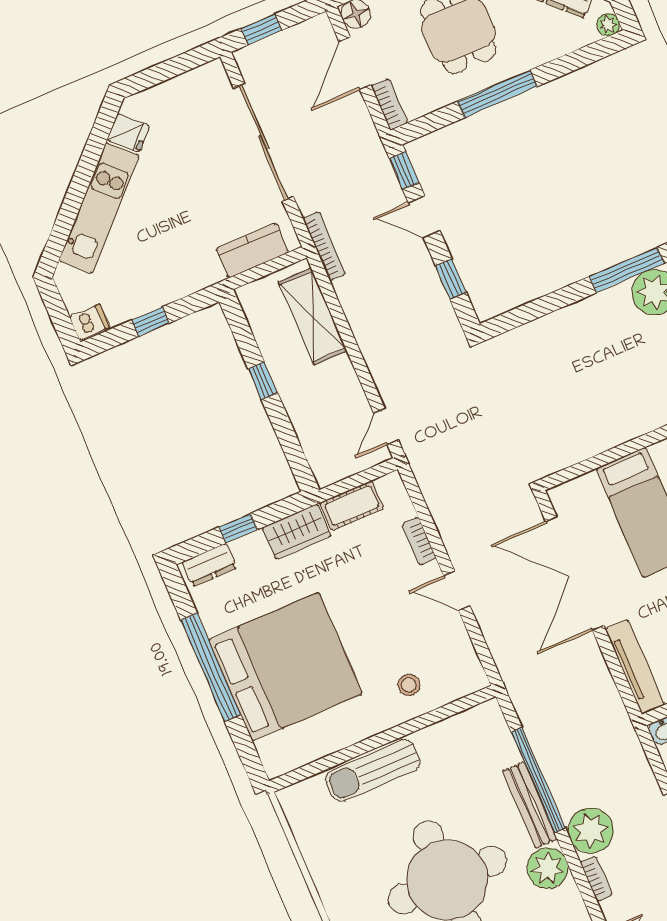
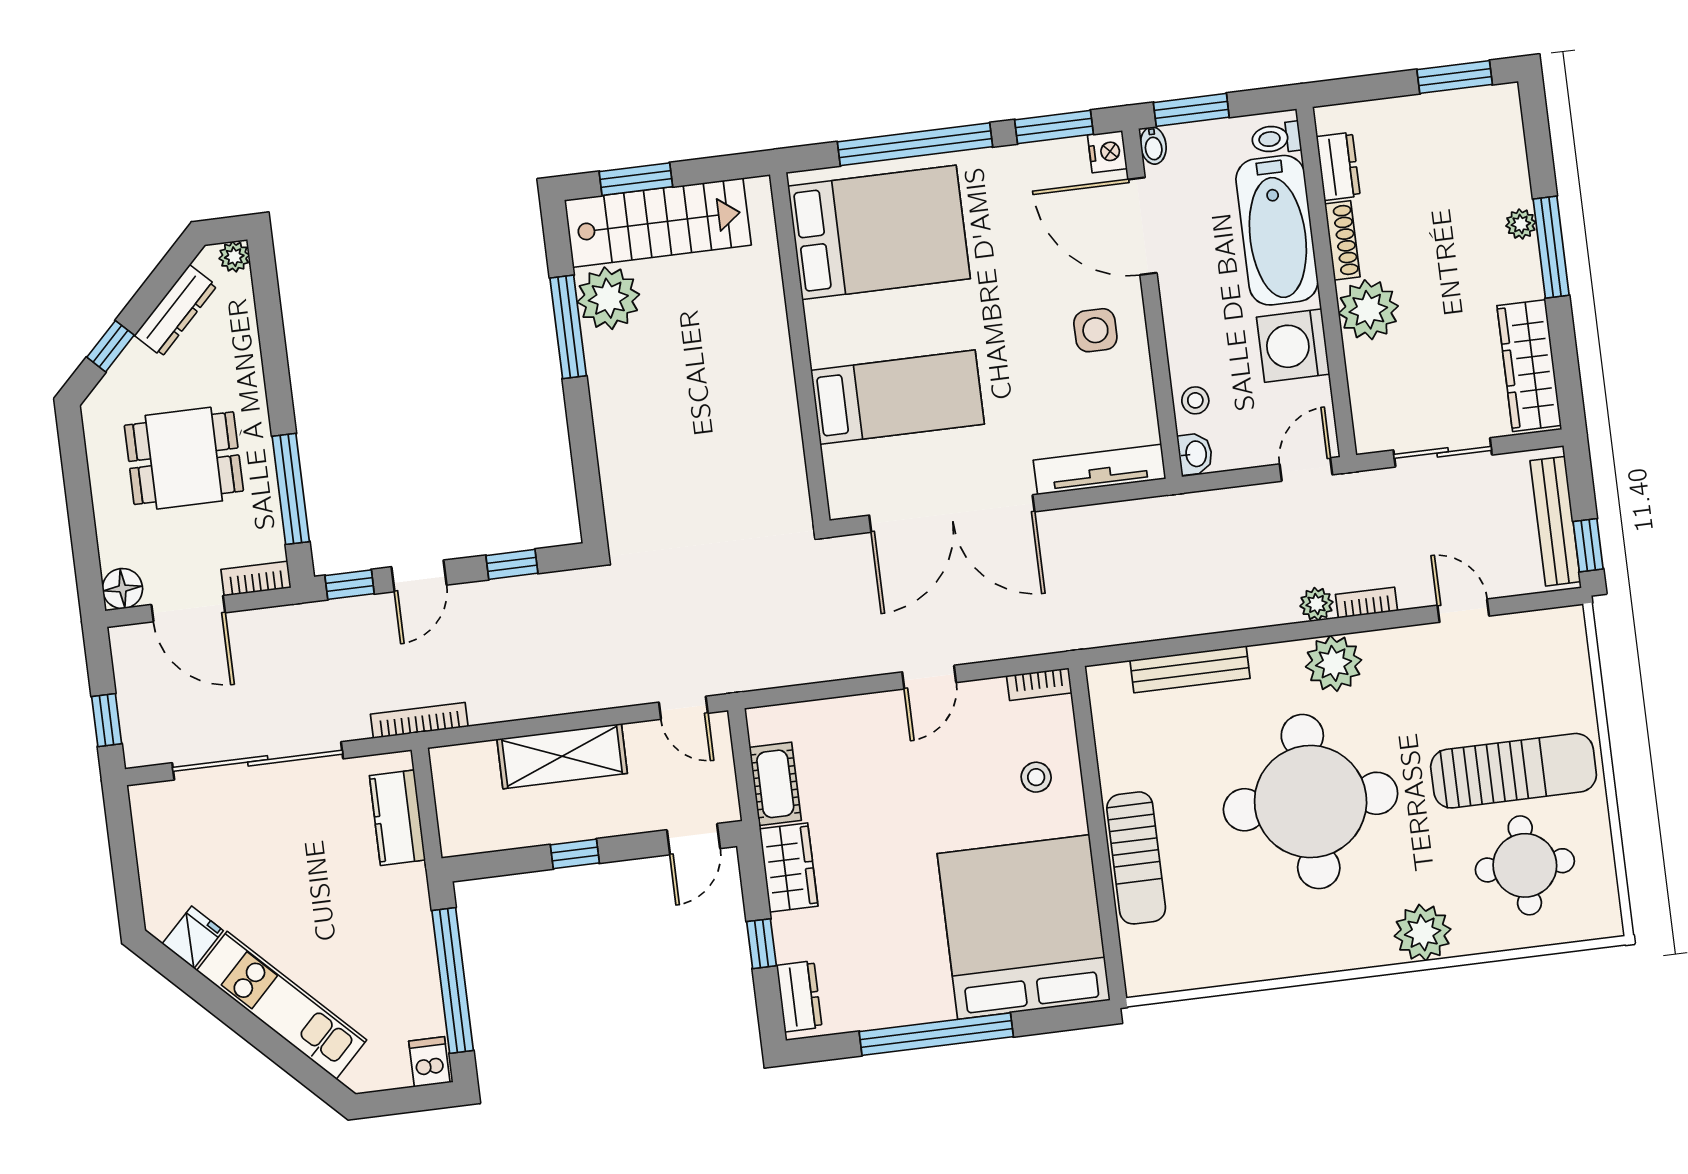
window: (497, 94) -> (291, 489), moved
shelving: (313, 317) -> (562, 756), moved
window: (151, 322) -> (453, 980), width x3.17
door: (297, 460) -> (693, 839), added
bookcase: (419, 541) -> (1039, 684), moved
bed: (285, 667) -> (1024, 927), moved
window: (538, 780) -> (1213, 642), removed
bench: (530, 805) -> (1190, 669), moved
plant: (591, 830) -> (1316, 604), width x0.53, depth x0.53

